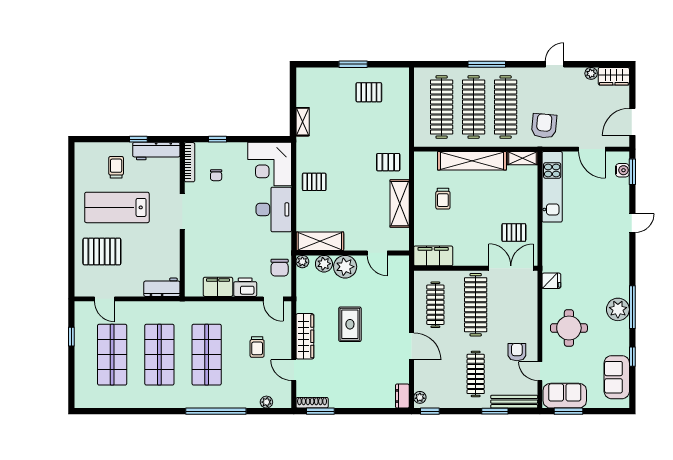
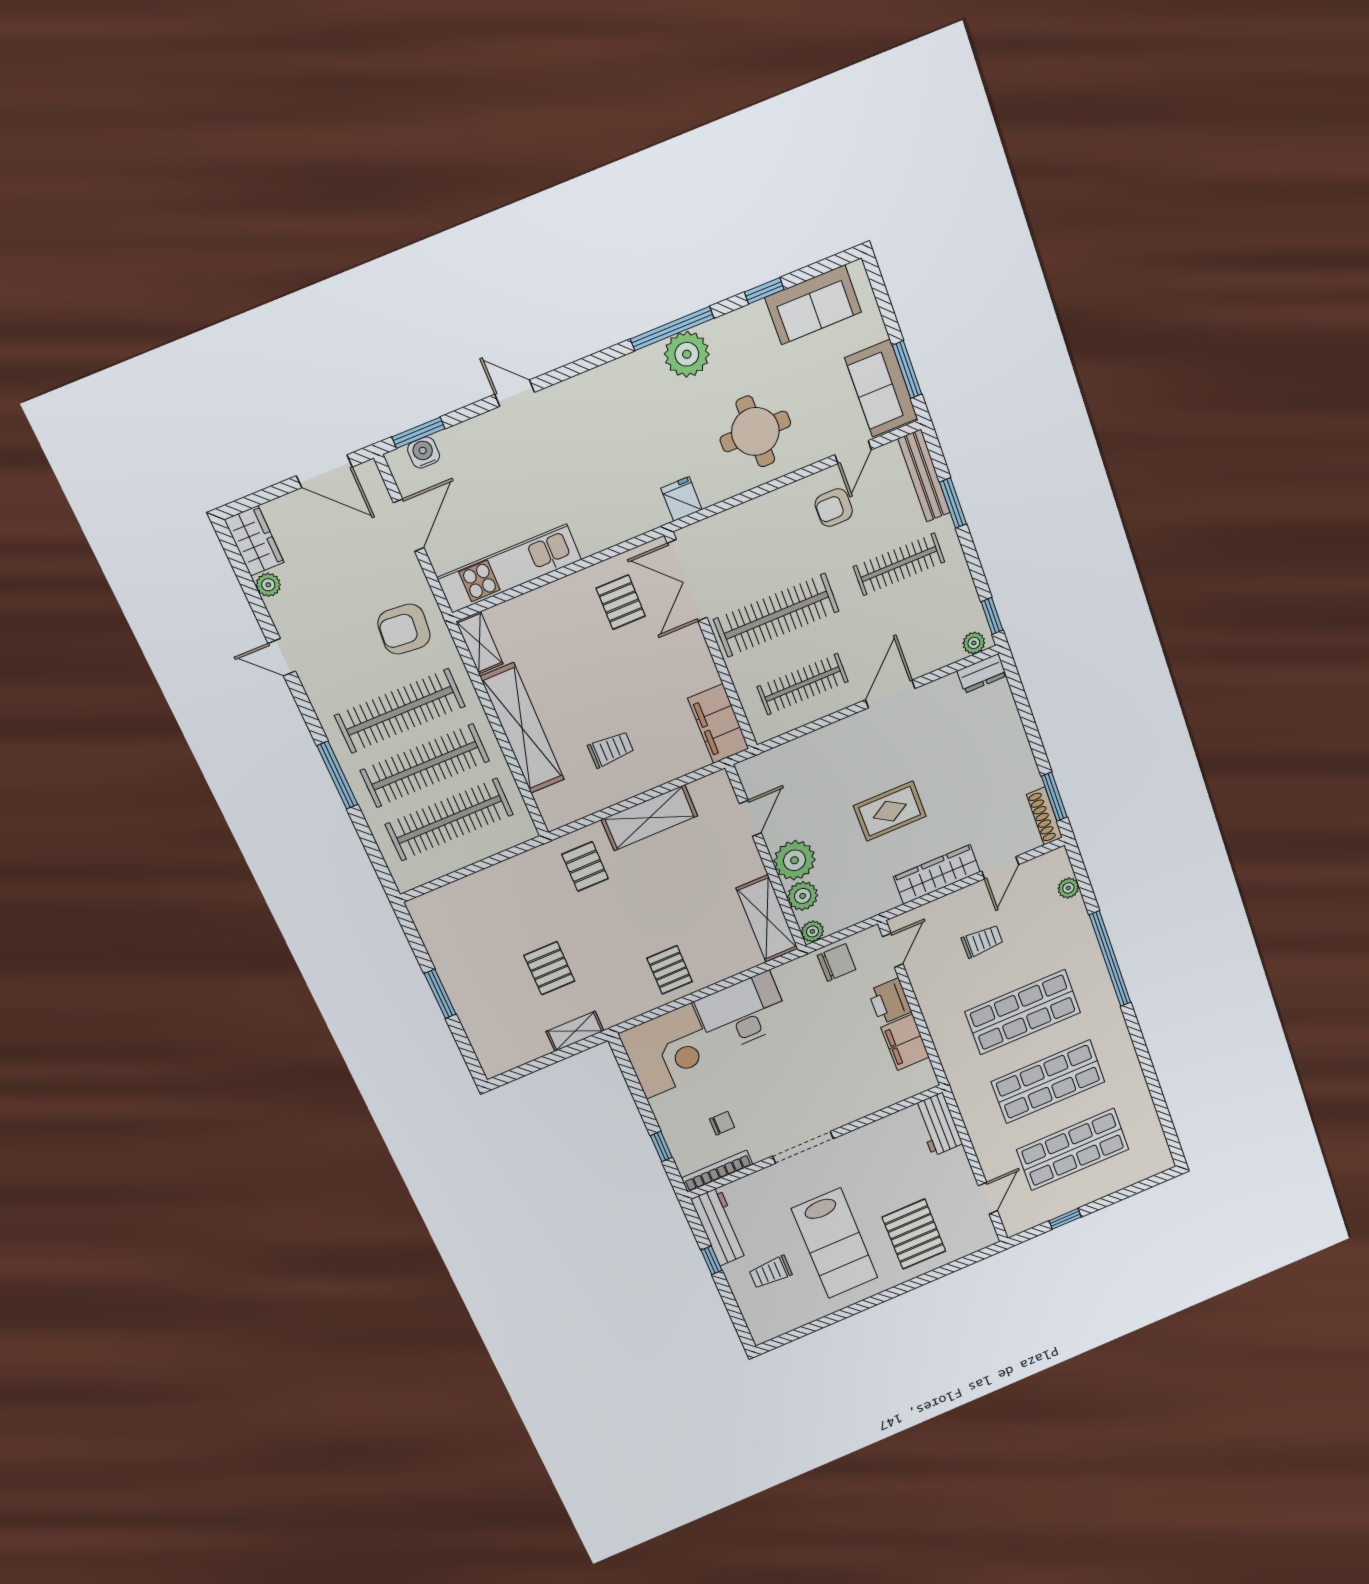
pallet: (369, 92) -> (549, 968), moved

